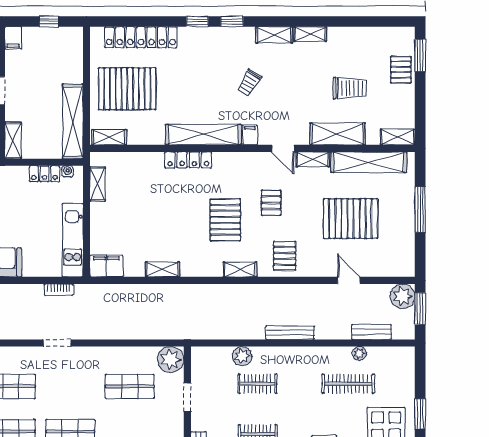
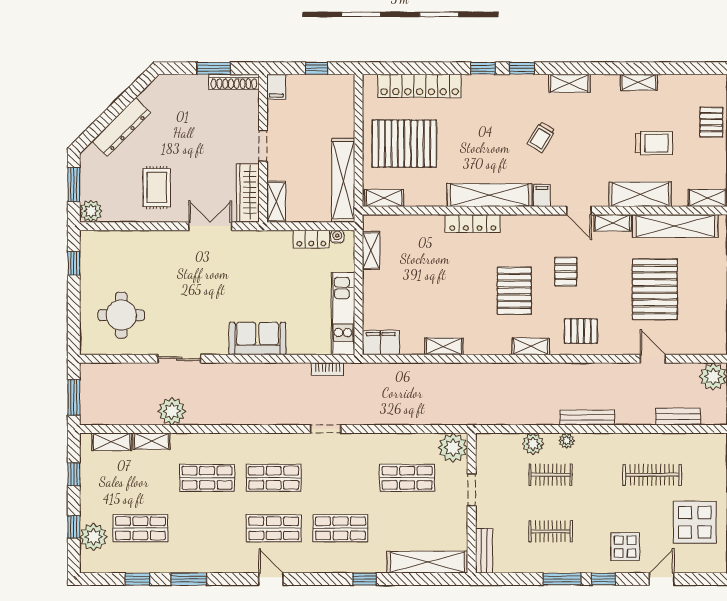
shelving: (310, 34) -> (639, 82), moved
pallet: (351, 219) -> (655, 289), turned 90
pallet: (285, 256) -> (581, 331), turned 90
plant: (359, 353) -> (567, 441), moved

